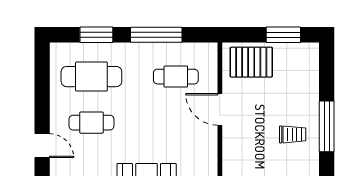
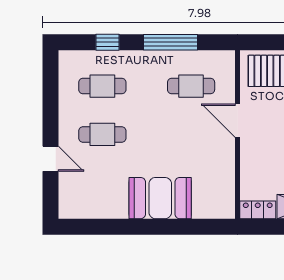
window: (96, 35) -> (108, 42), width x0.67
cafe table: (91, 77) -> (102, 86), width x0.73, depth x0.74

